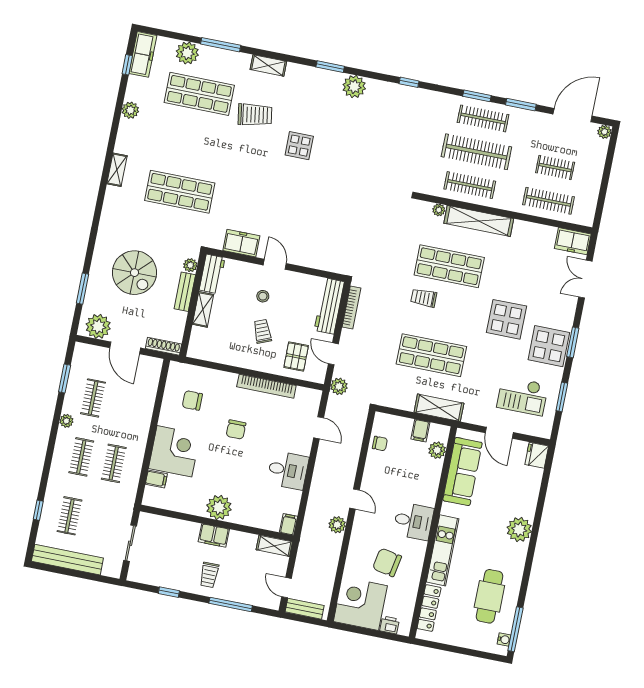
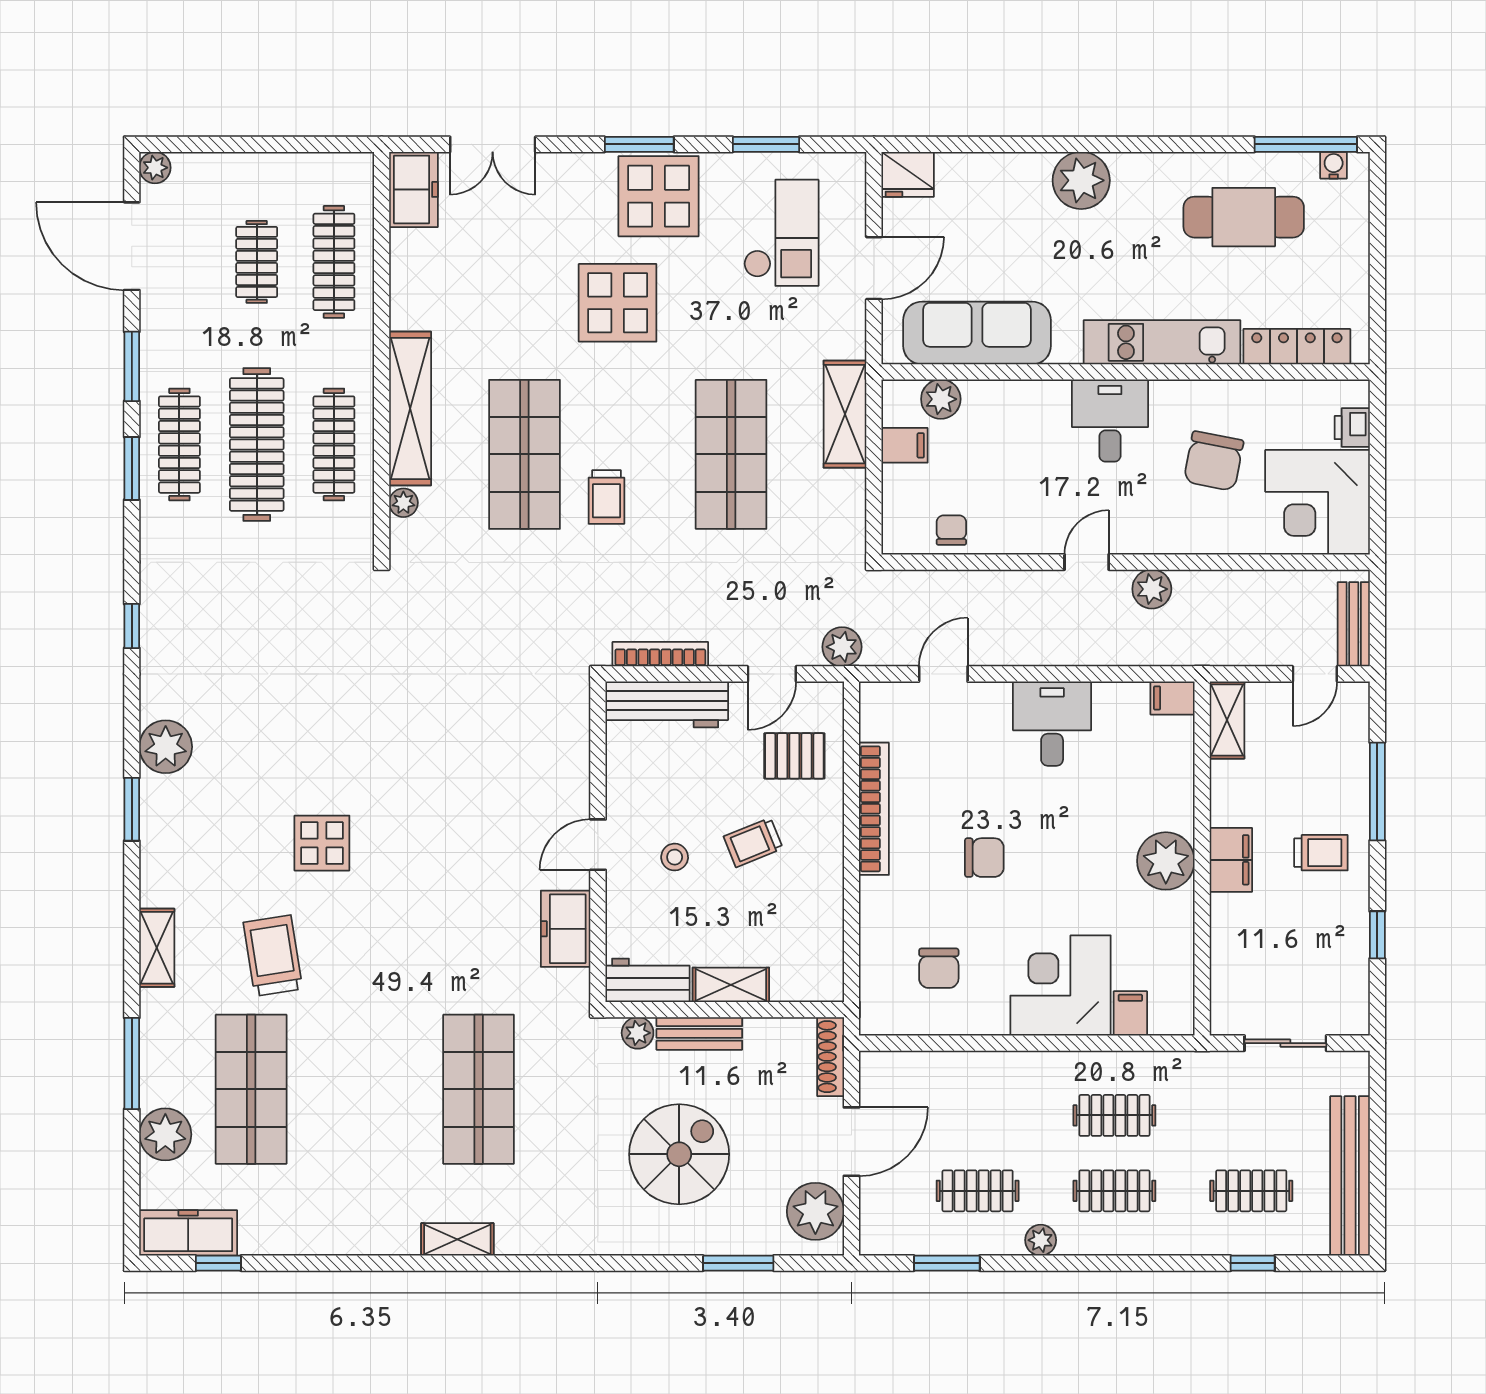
plant: (130, 110) -> (318, 1236), removed

